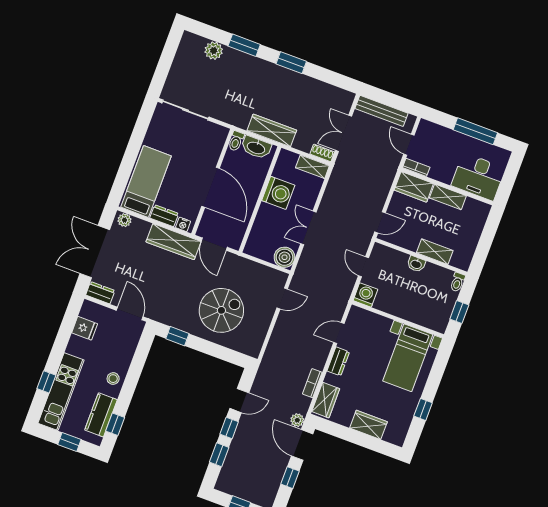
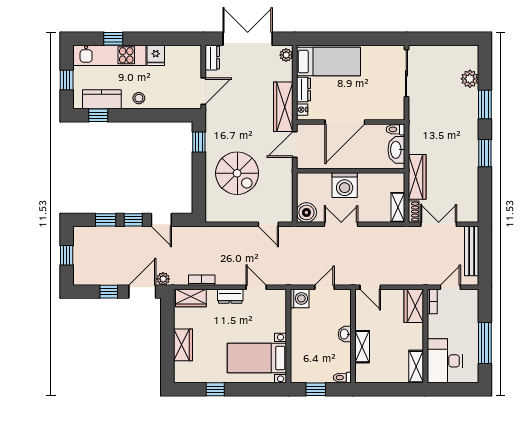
wardrobe: (272, 130) -> (417, 177), moved
washing machine: (278, 193) -> (345, 185), moved
shelving: (448, 197) -> (416, 367), moved
fridge: (85, 328) -> (156, 55), moved

